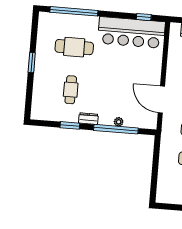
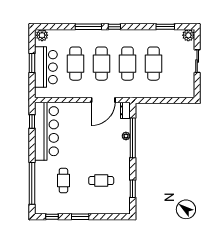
window: (34, 31) -> (52, 217), added
cafe table: (74, 47) -> (63, 181), width x0.73, depth x0.74
dresser: (88, 119) -> (125, 110), moved
window: (70, 125) -> (133, 189), moved

